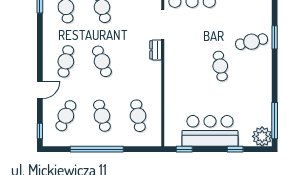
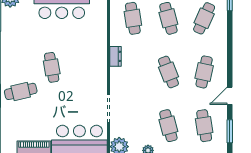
dresser: (156, 50) -> (115, 56), moved
door: (40, 90) -> (230, 96), moved

